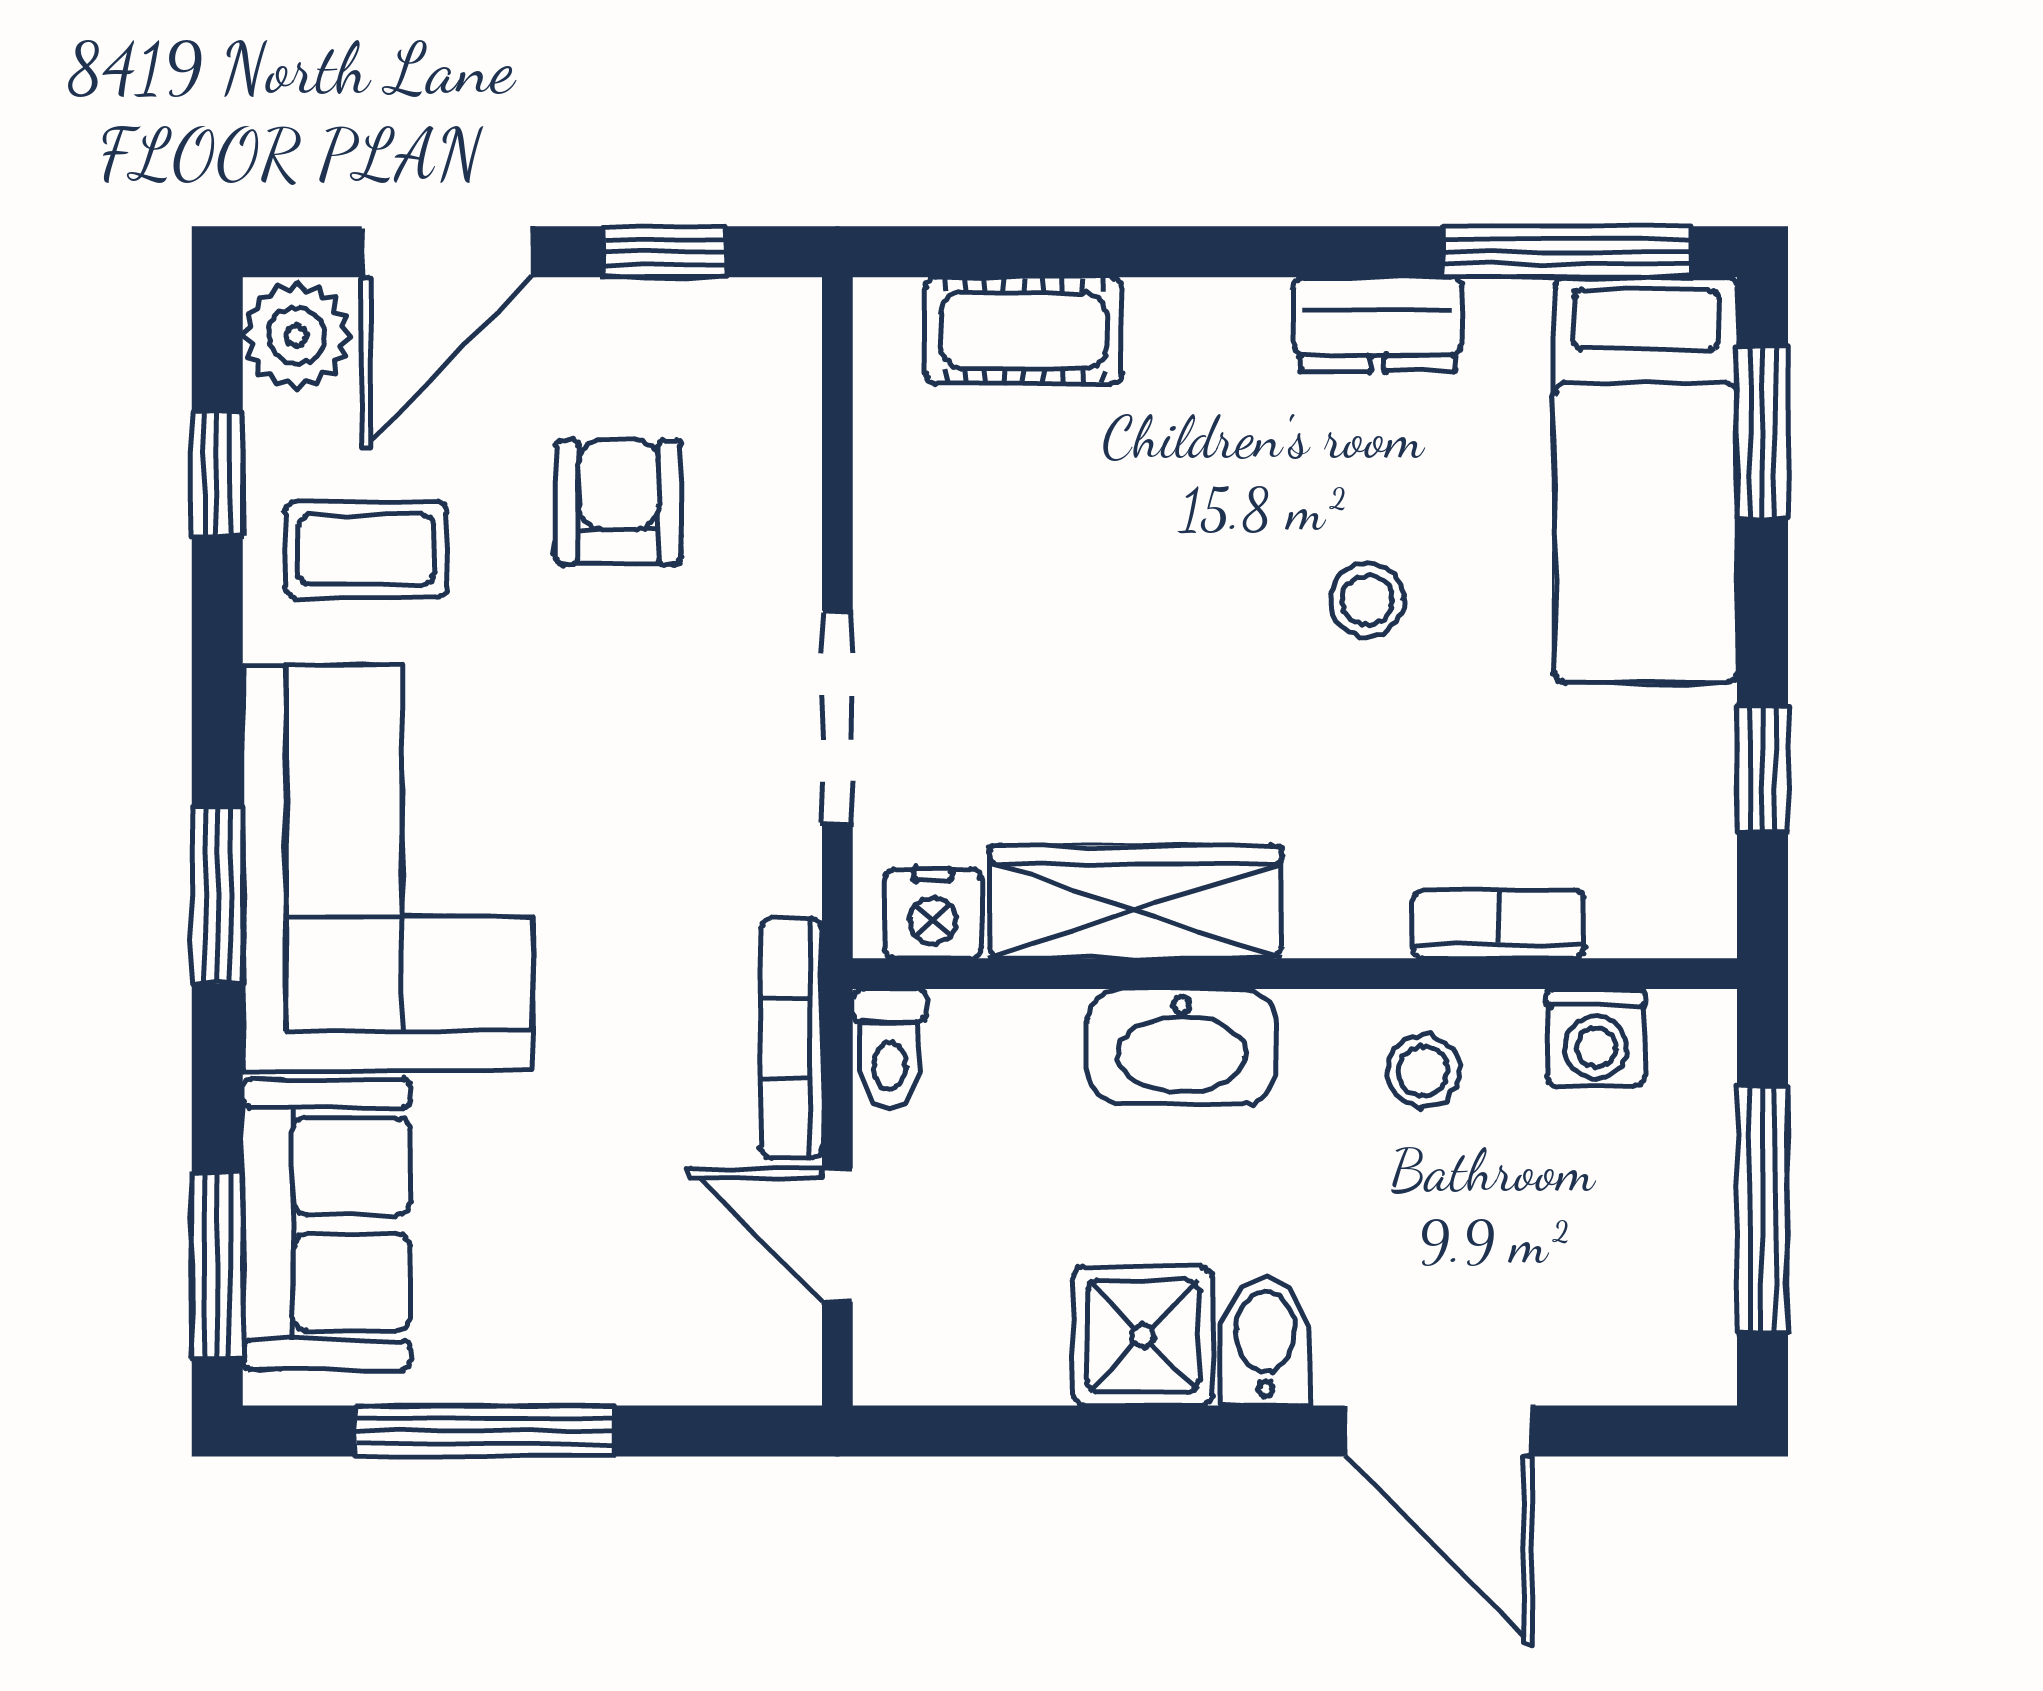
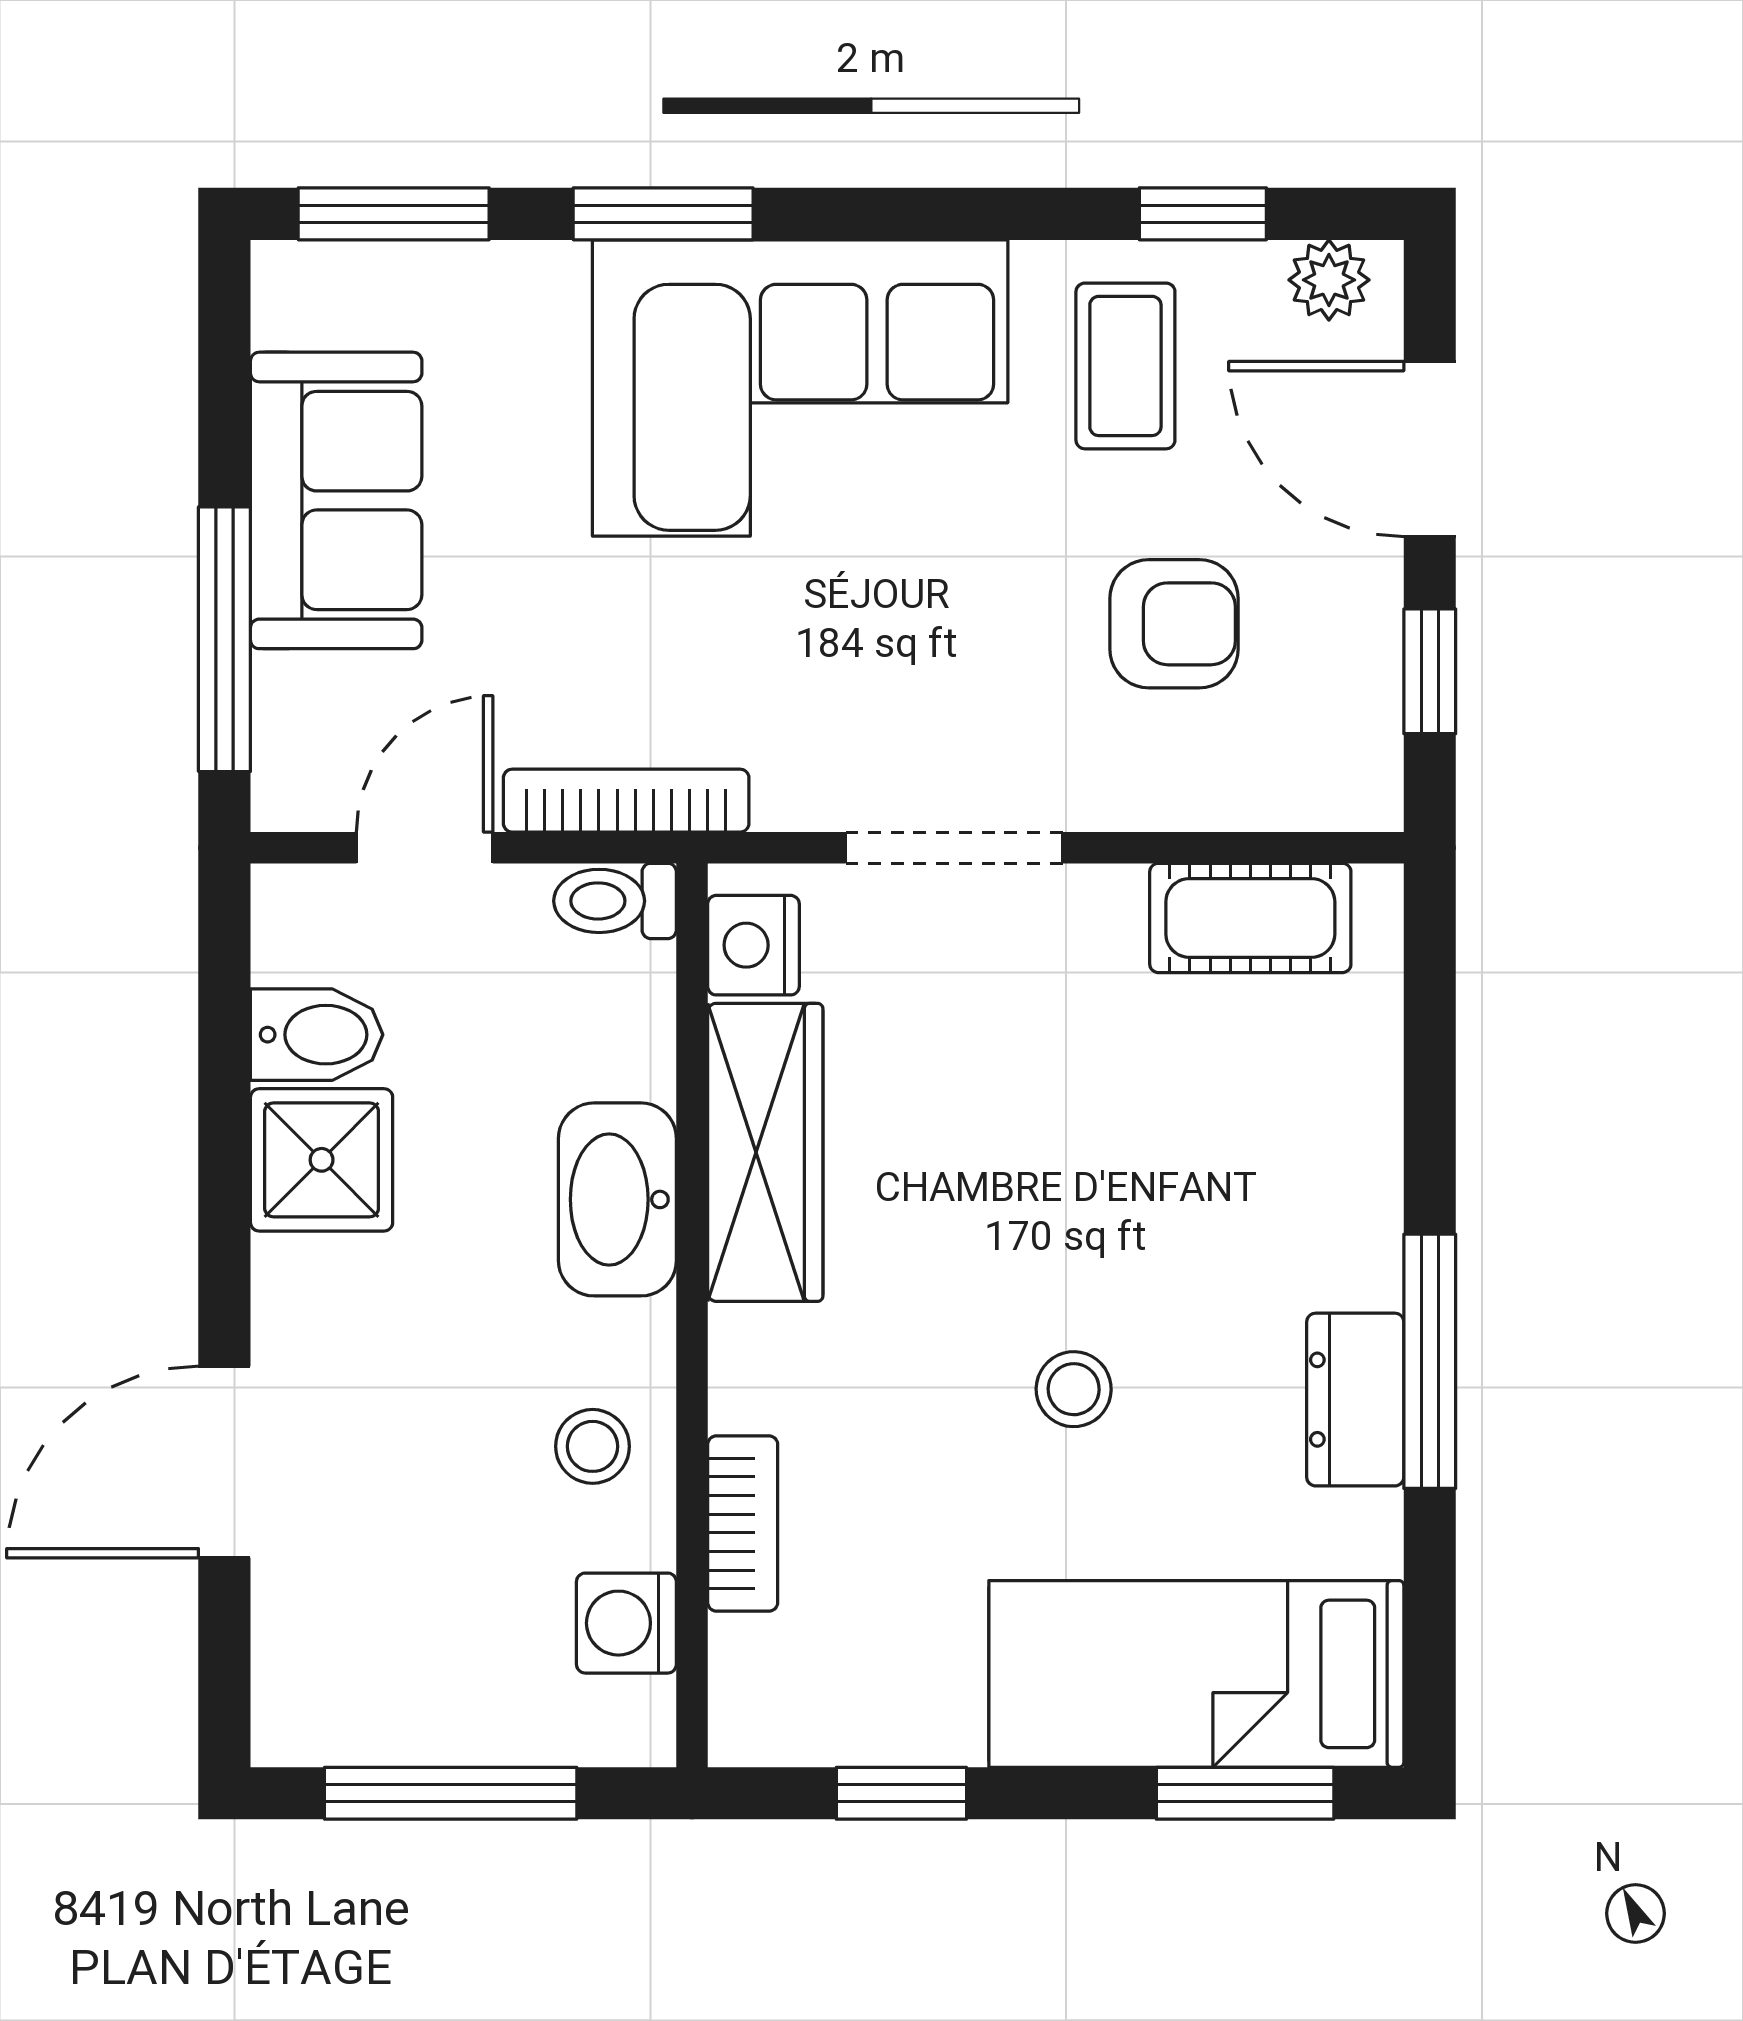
window: (1567, 252) -> (1430, 1361), moved
cot: (1024, 331) -> (1250, 918), moved, turned 90
plant: (297, 336) -> (1329, 280), width x0.73, depth x0.73
window: (217, 895) -> (663, 214), moved
sofa: (326, 1224) -> (336, 500), moved, turned -90
bidet: (1265, 1341) -> (317, 1035), moved
window: (485, 1431) -> (224, 639), moved

